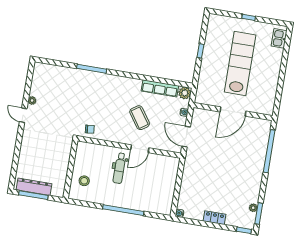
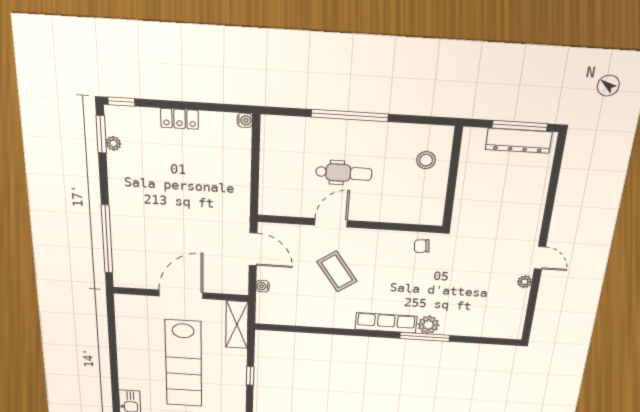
row of seats: (160, 88) -> (386, 323), moved
shelving: (203, 88) -> (237, 325), added
plant: (185, 93) -> (428, 325), moved
dental chair: (119, 168) -> (344, 173), moved, turned 90

